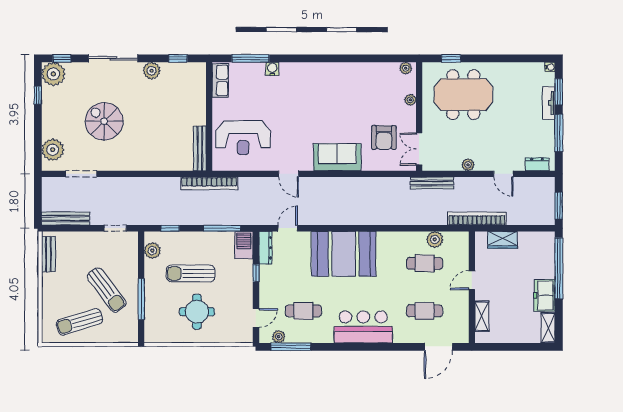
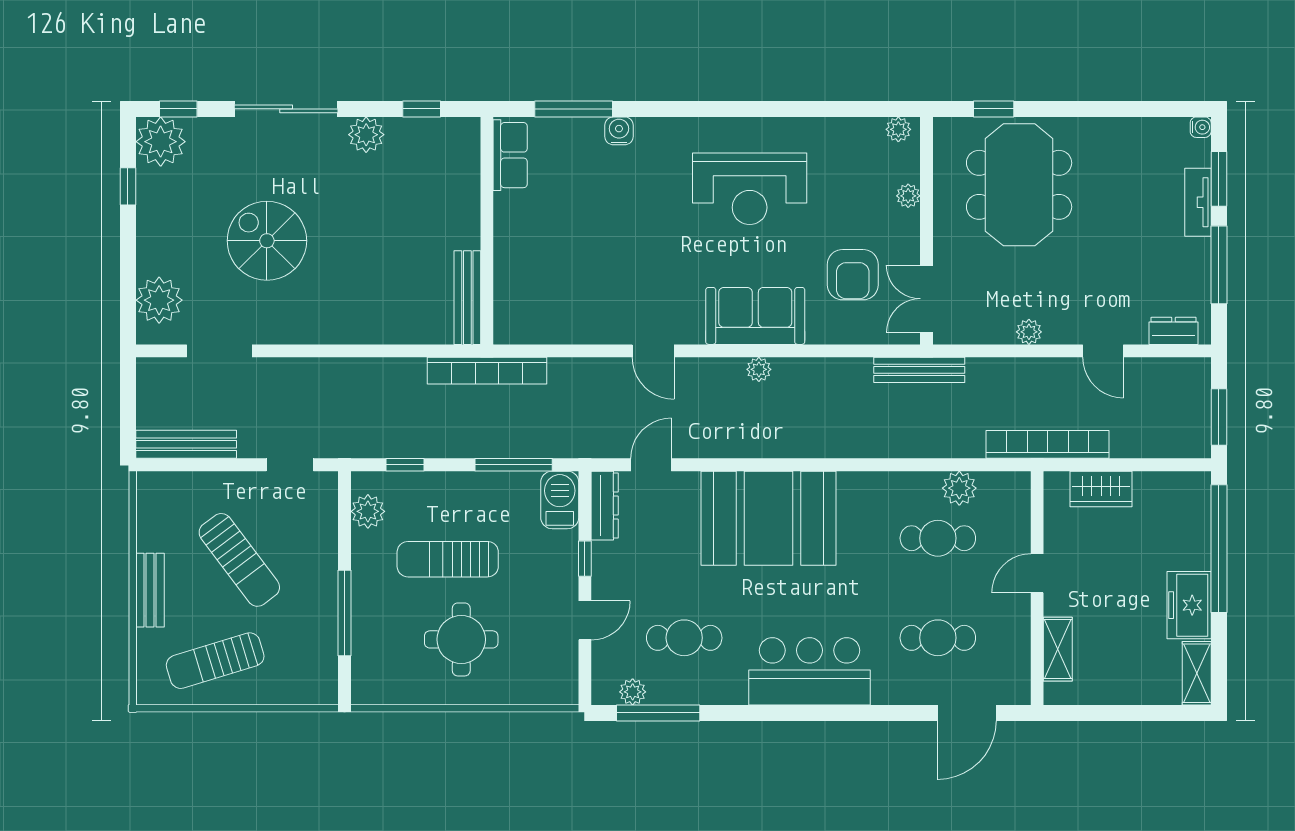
meeting table: (463, 95) -> (1019, 185), turned 90
reception desk: (243, 138) -> (750, 189), moved
plant: (339, 183) -> (759, 369), added
bench: (432, 183) -> (919, 370), moved
bench: (48, 254) -> (150, 590), moved
sun lounger: (107, 290) -> (239, 560), moved
door: (256, 318) -> (585, 620), moved

